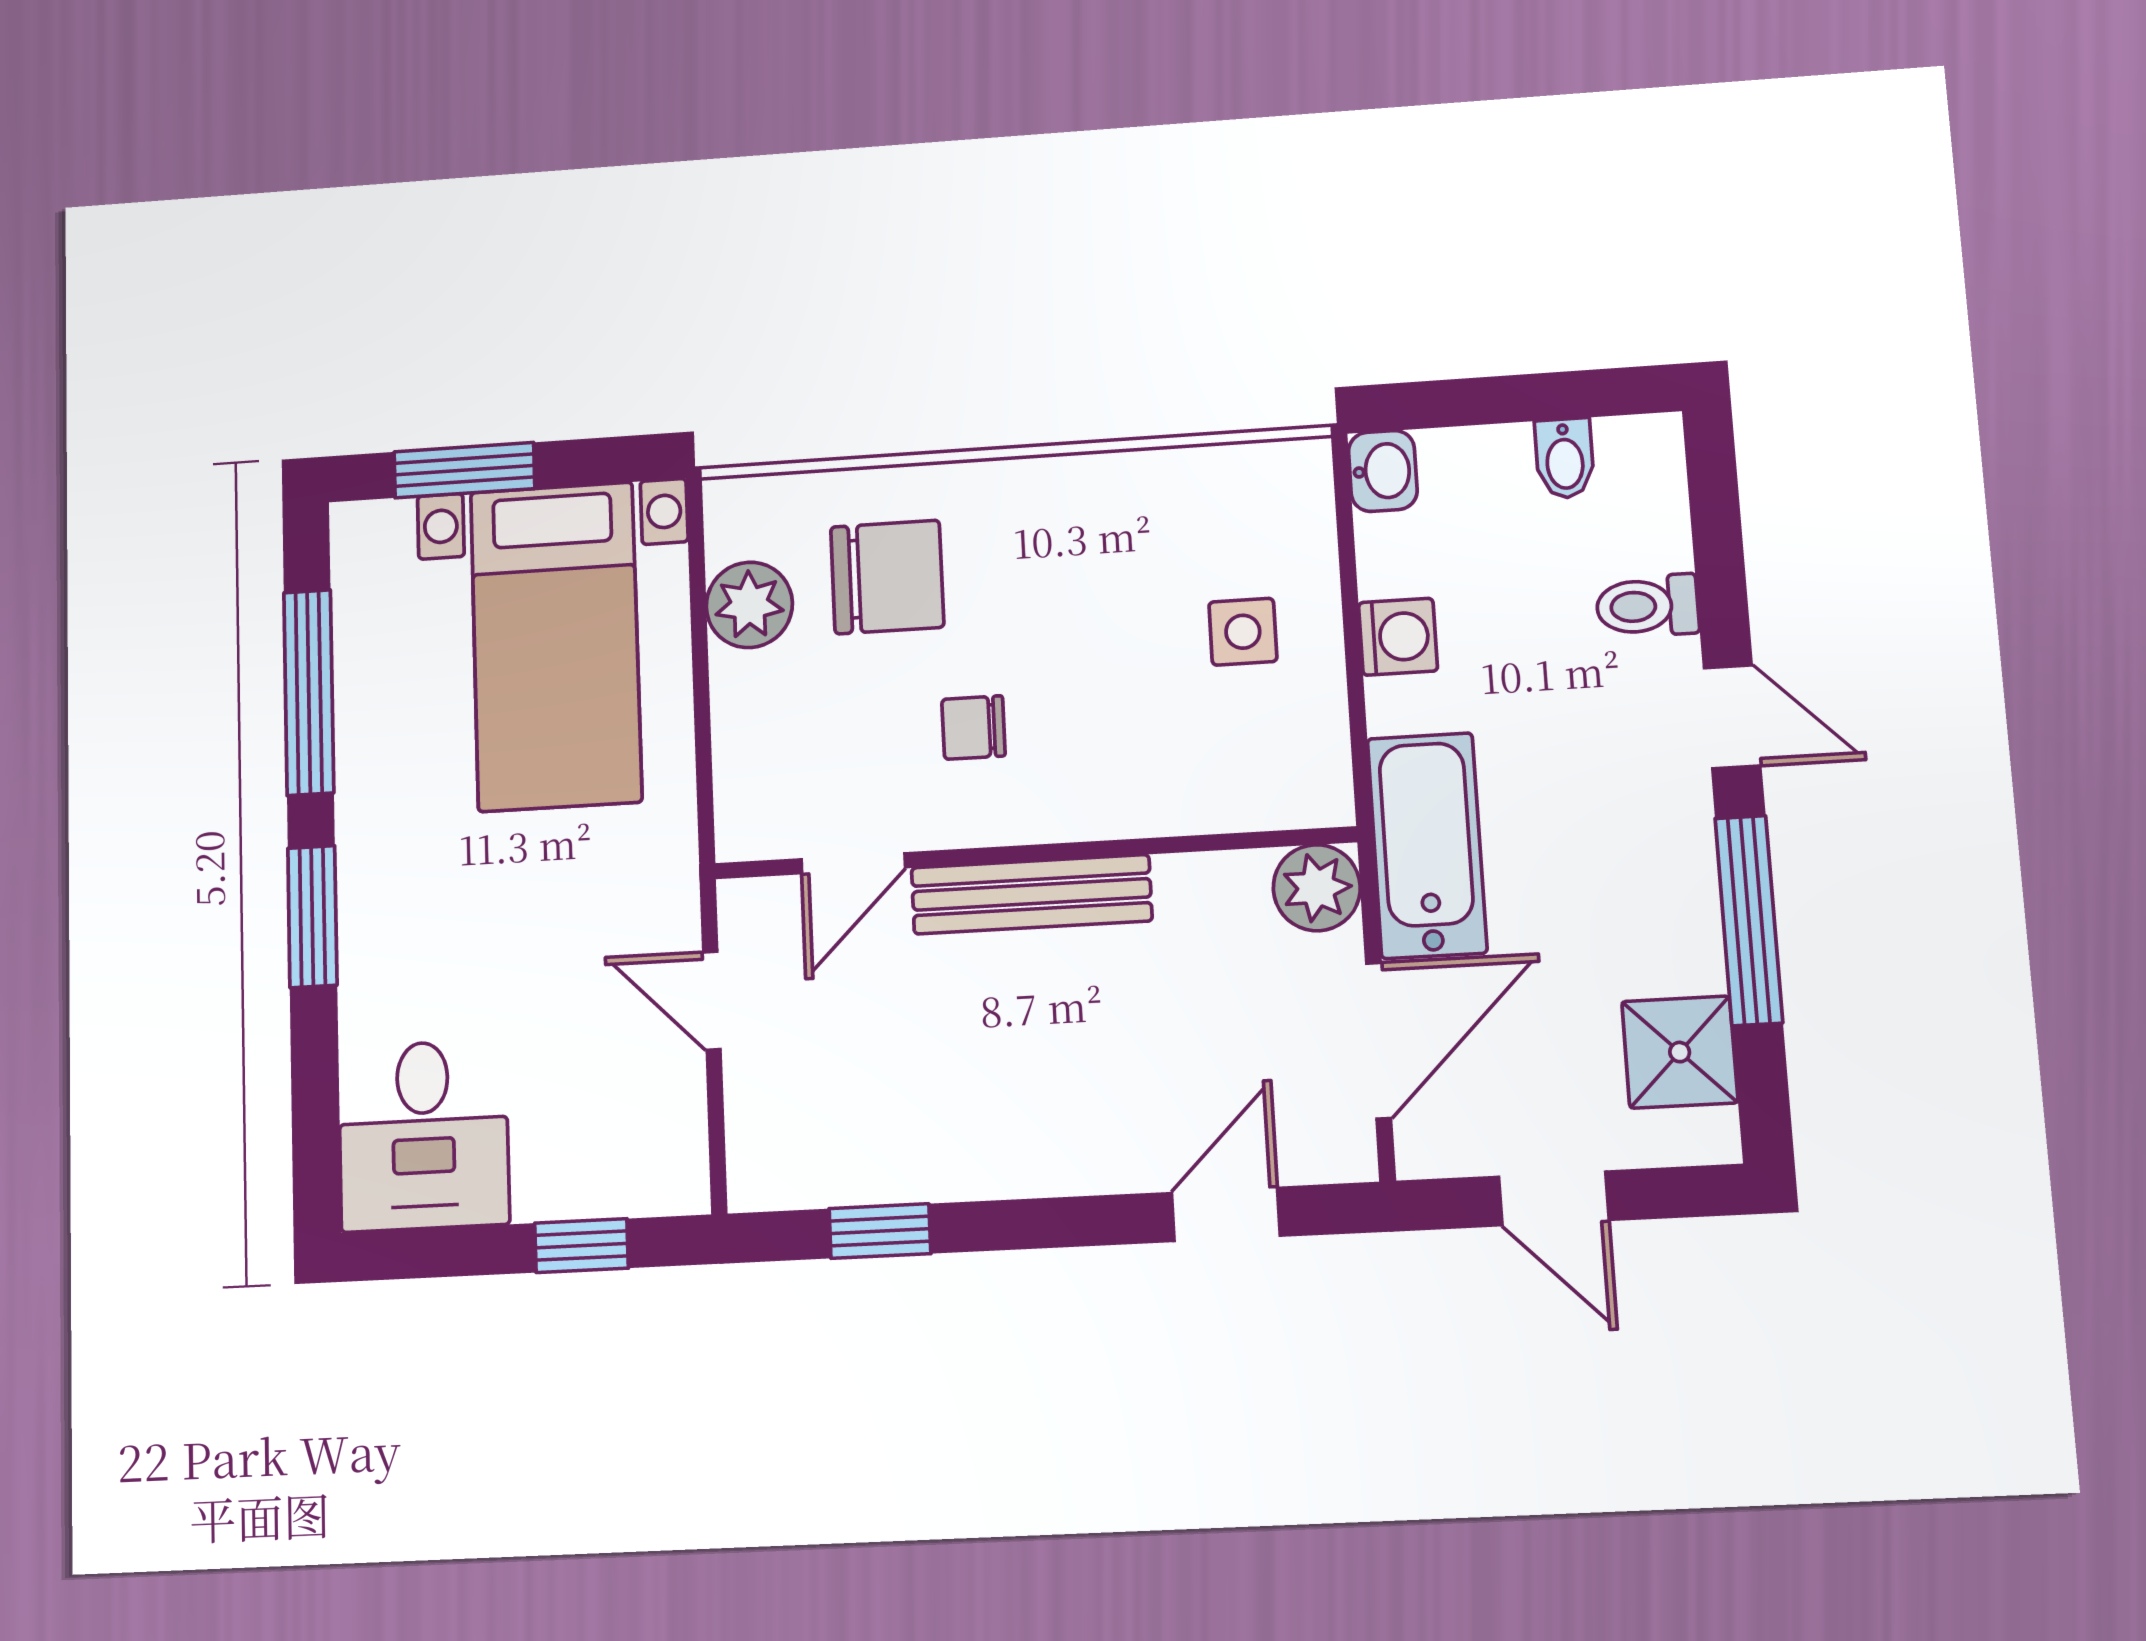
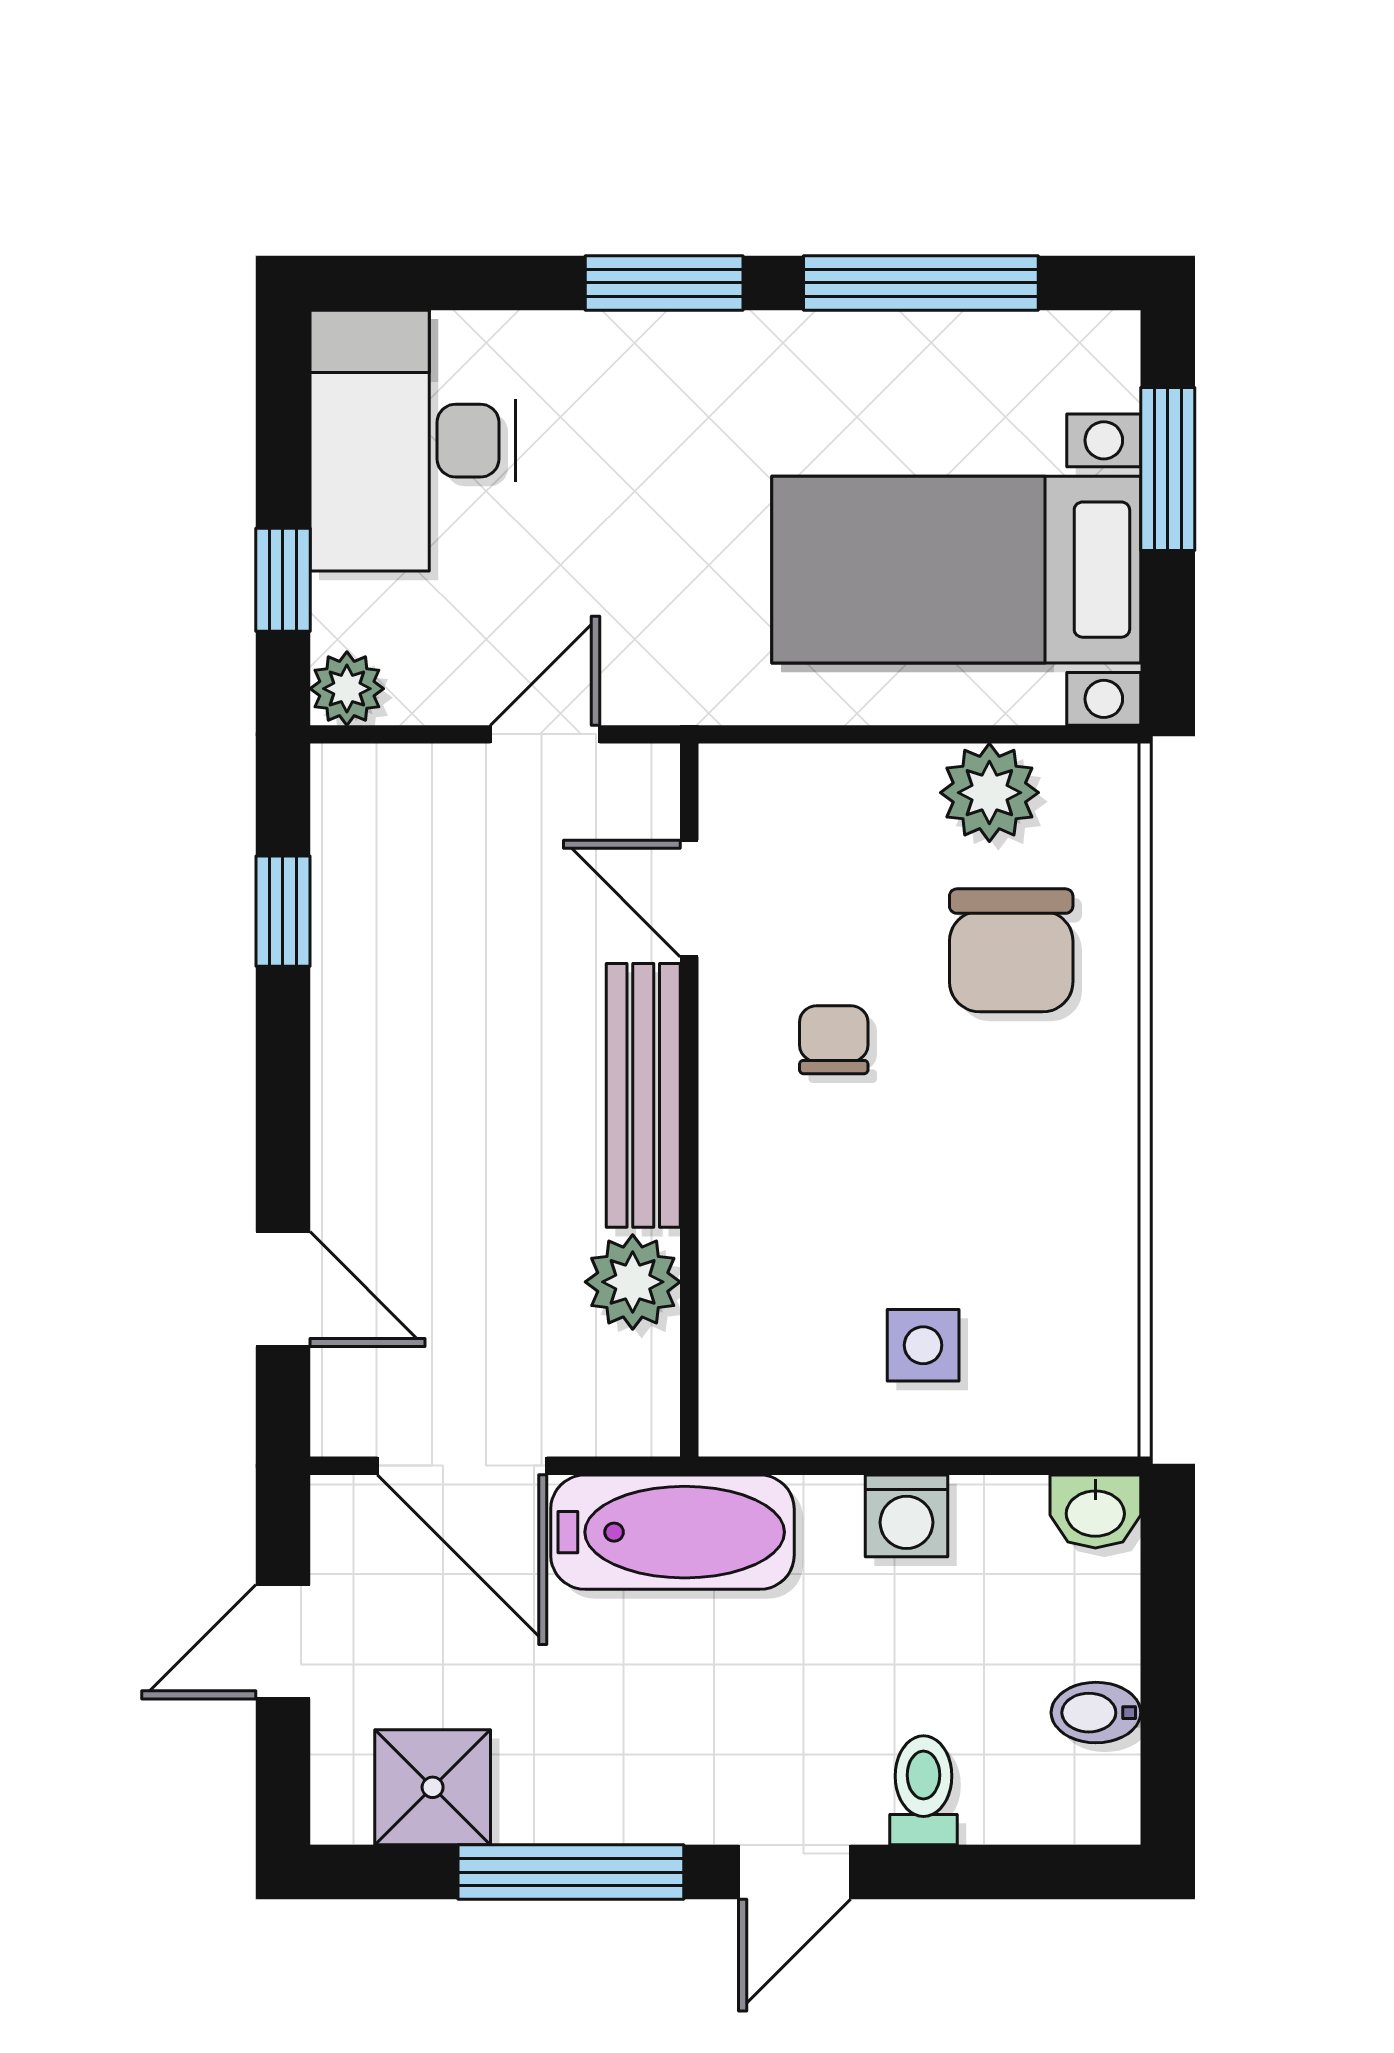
plant: (1317, 888) -> (633, 1282), moved
desk: (424, 1135) -> (413, 441), width x1.37
plant: (677, 1182) -> (347, 689), added

